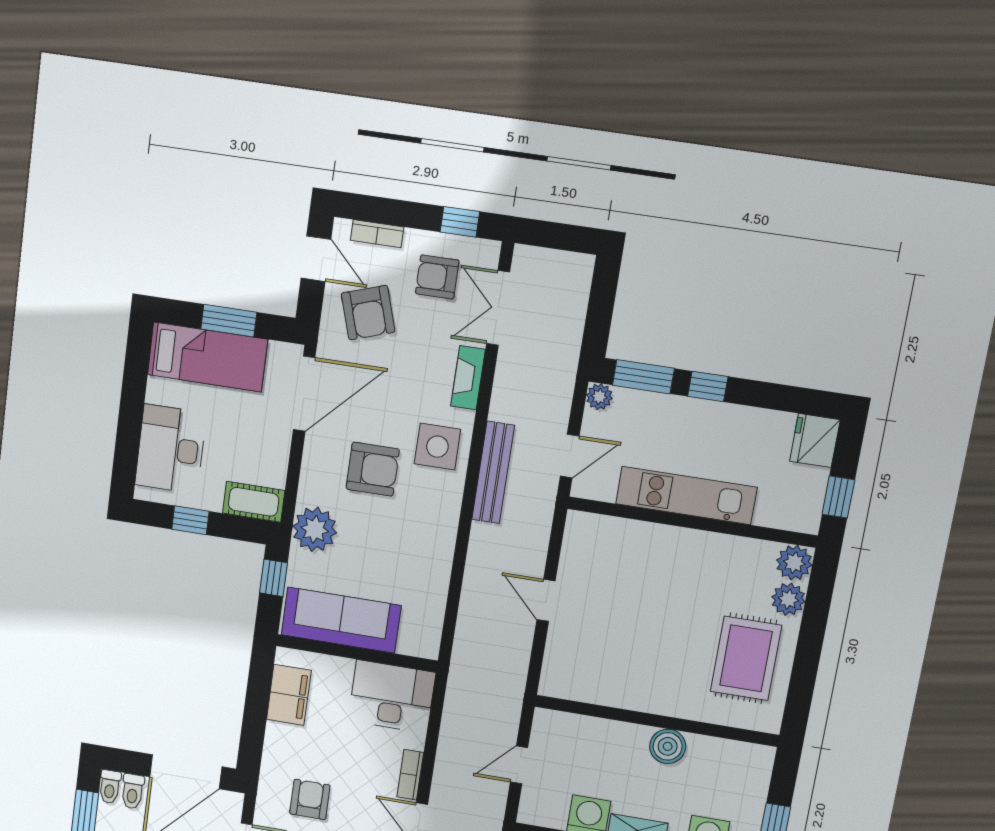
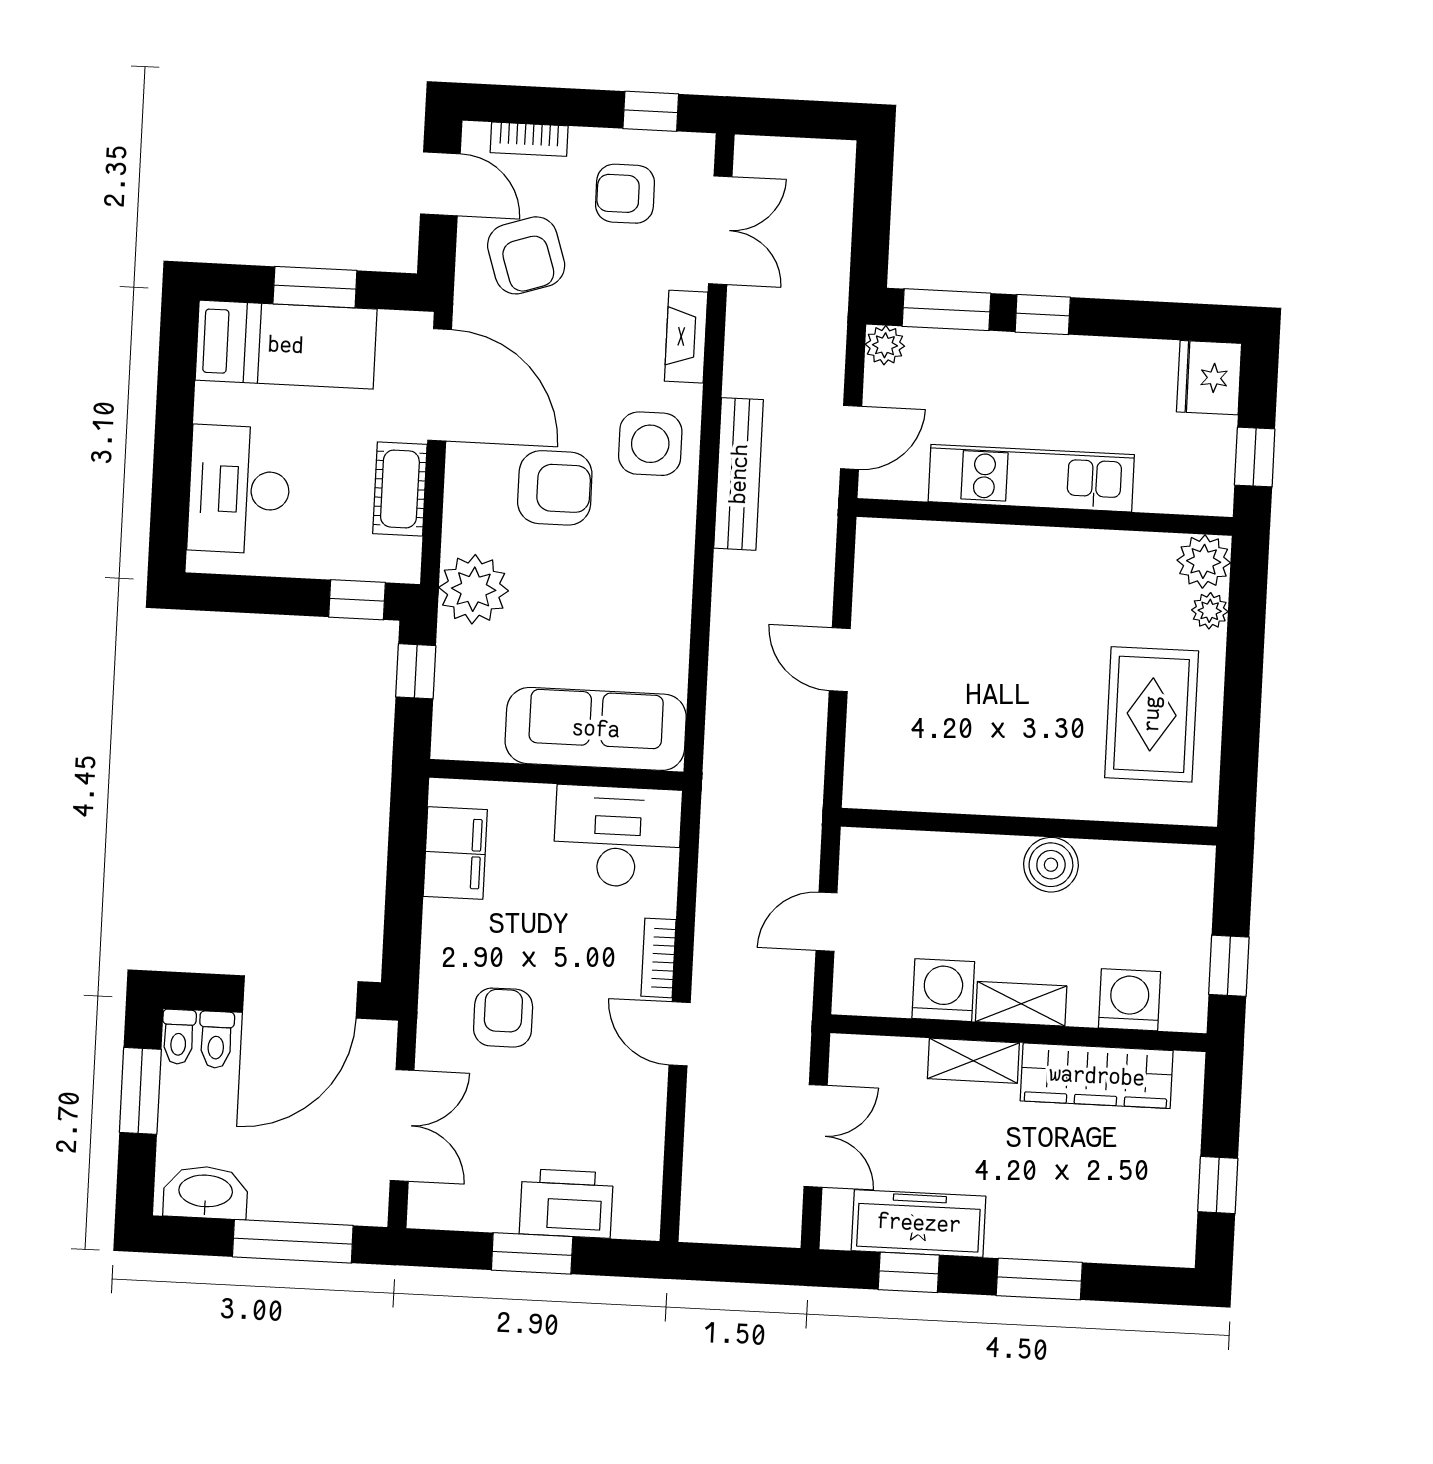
double door: (498, 308) -> (720, 230), swing flipped
door: (304, 394) -> (440, 385), hinge flipped
cot: (254, 502) -> (400, 489), moved, turned 90
window: (190, 520) -> (357, 600), moved
plant: (788, 599) -> (1210, 611), width x0.73, depth x0.73
sofa: (341, 620) -> (596, 729), moved

